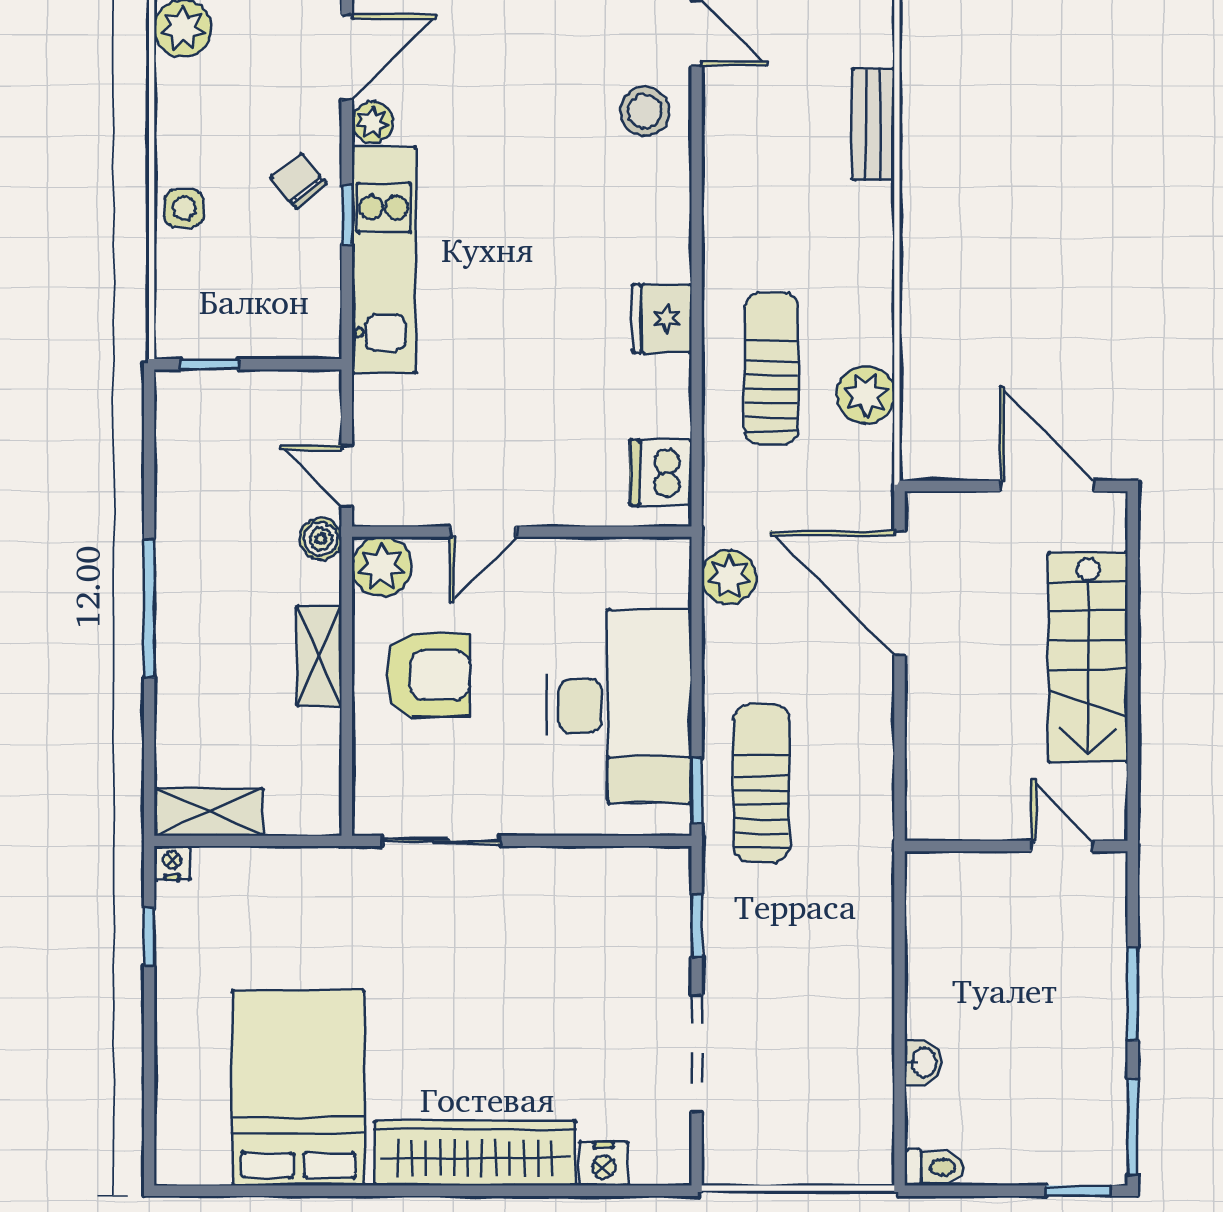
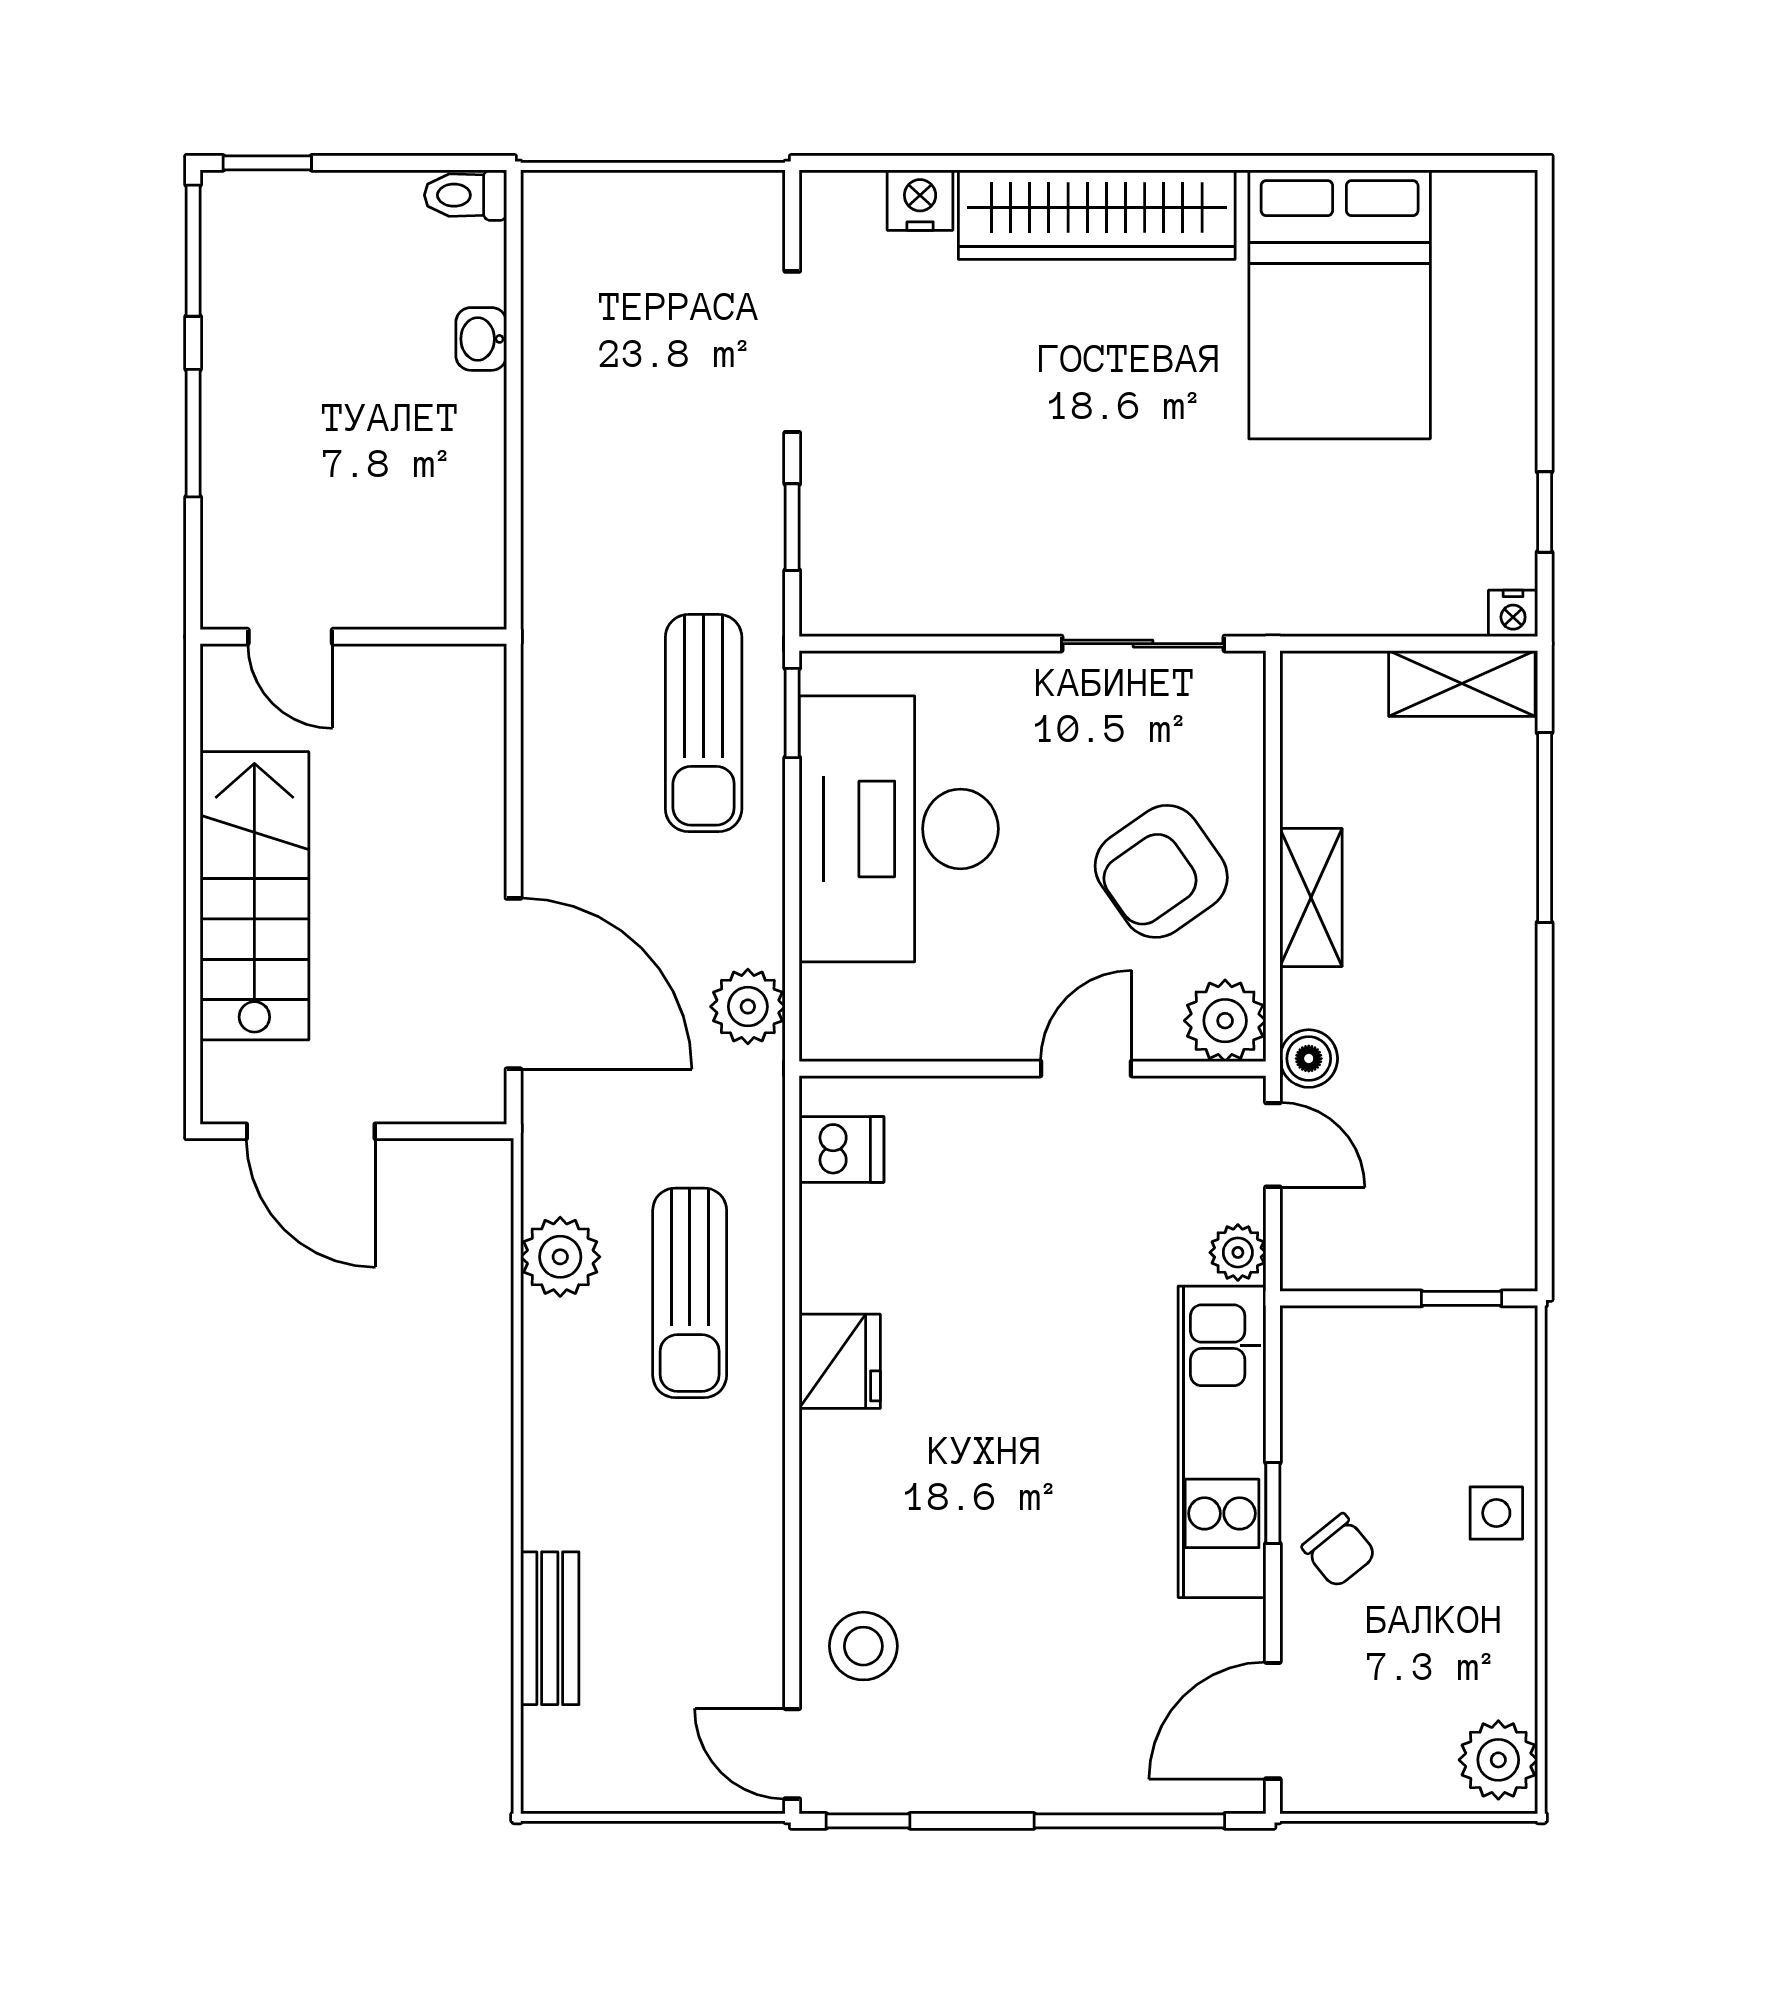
plant: (372, 122) -> (1238, 1252), moved
dishwasher: (661, 473) -> (842, 1149), width x0.73
window: (149, 608) -> (1545, 828), moved
armchair: (428, 675) -> (1161, 871), turned -35

